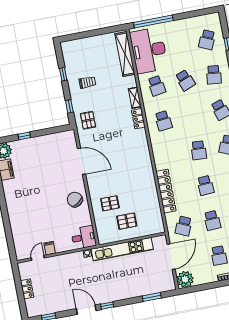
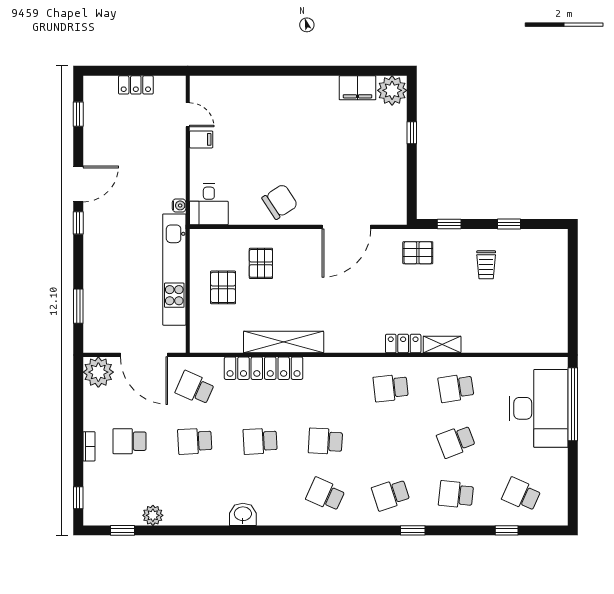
desk: (149, 50) -> (539, 408), moved, turned 90
shelving: (125, 54) -> (284, 342), moved

